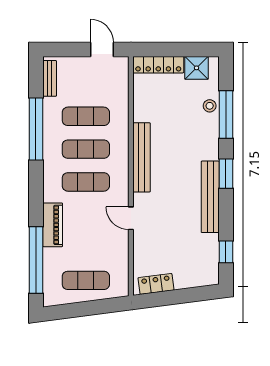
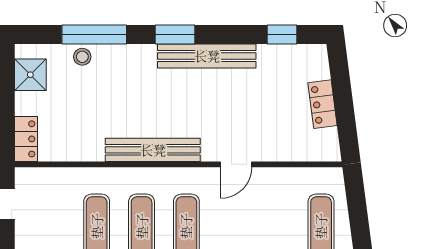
locker: (158, 65) -> (26, 139), width x0.66
locker: (156, 284) -> (323, 104), moved

